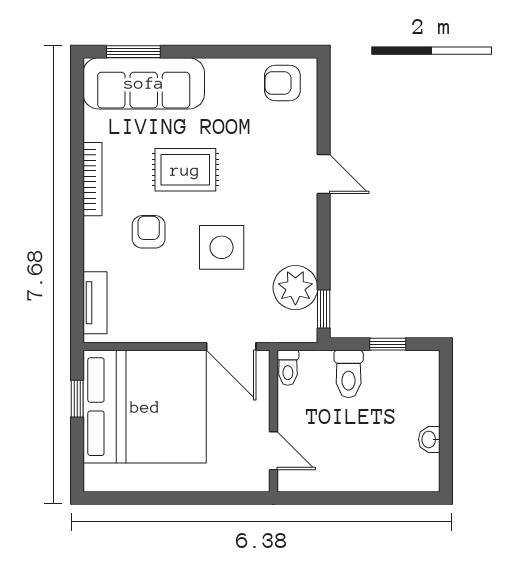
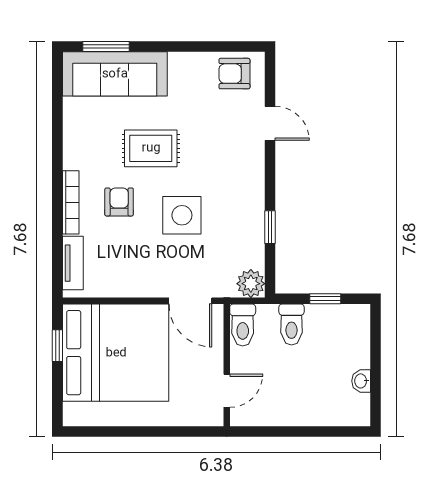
door: (324, 174) -> (270, 123), moved
bookcase: (92, 179) -> (71, 202), moved
plant: (295, 288) -> (251, 284), moved, width x0.73, depth x0.73
window: (324, 309) -> (270, 227), moved
toilet: (288, 368) -> (243, 325), width x1.37, depth x1.39
door: (273, 451) -> (227, 391), hinge flipped

